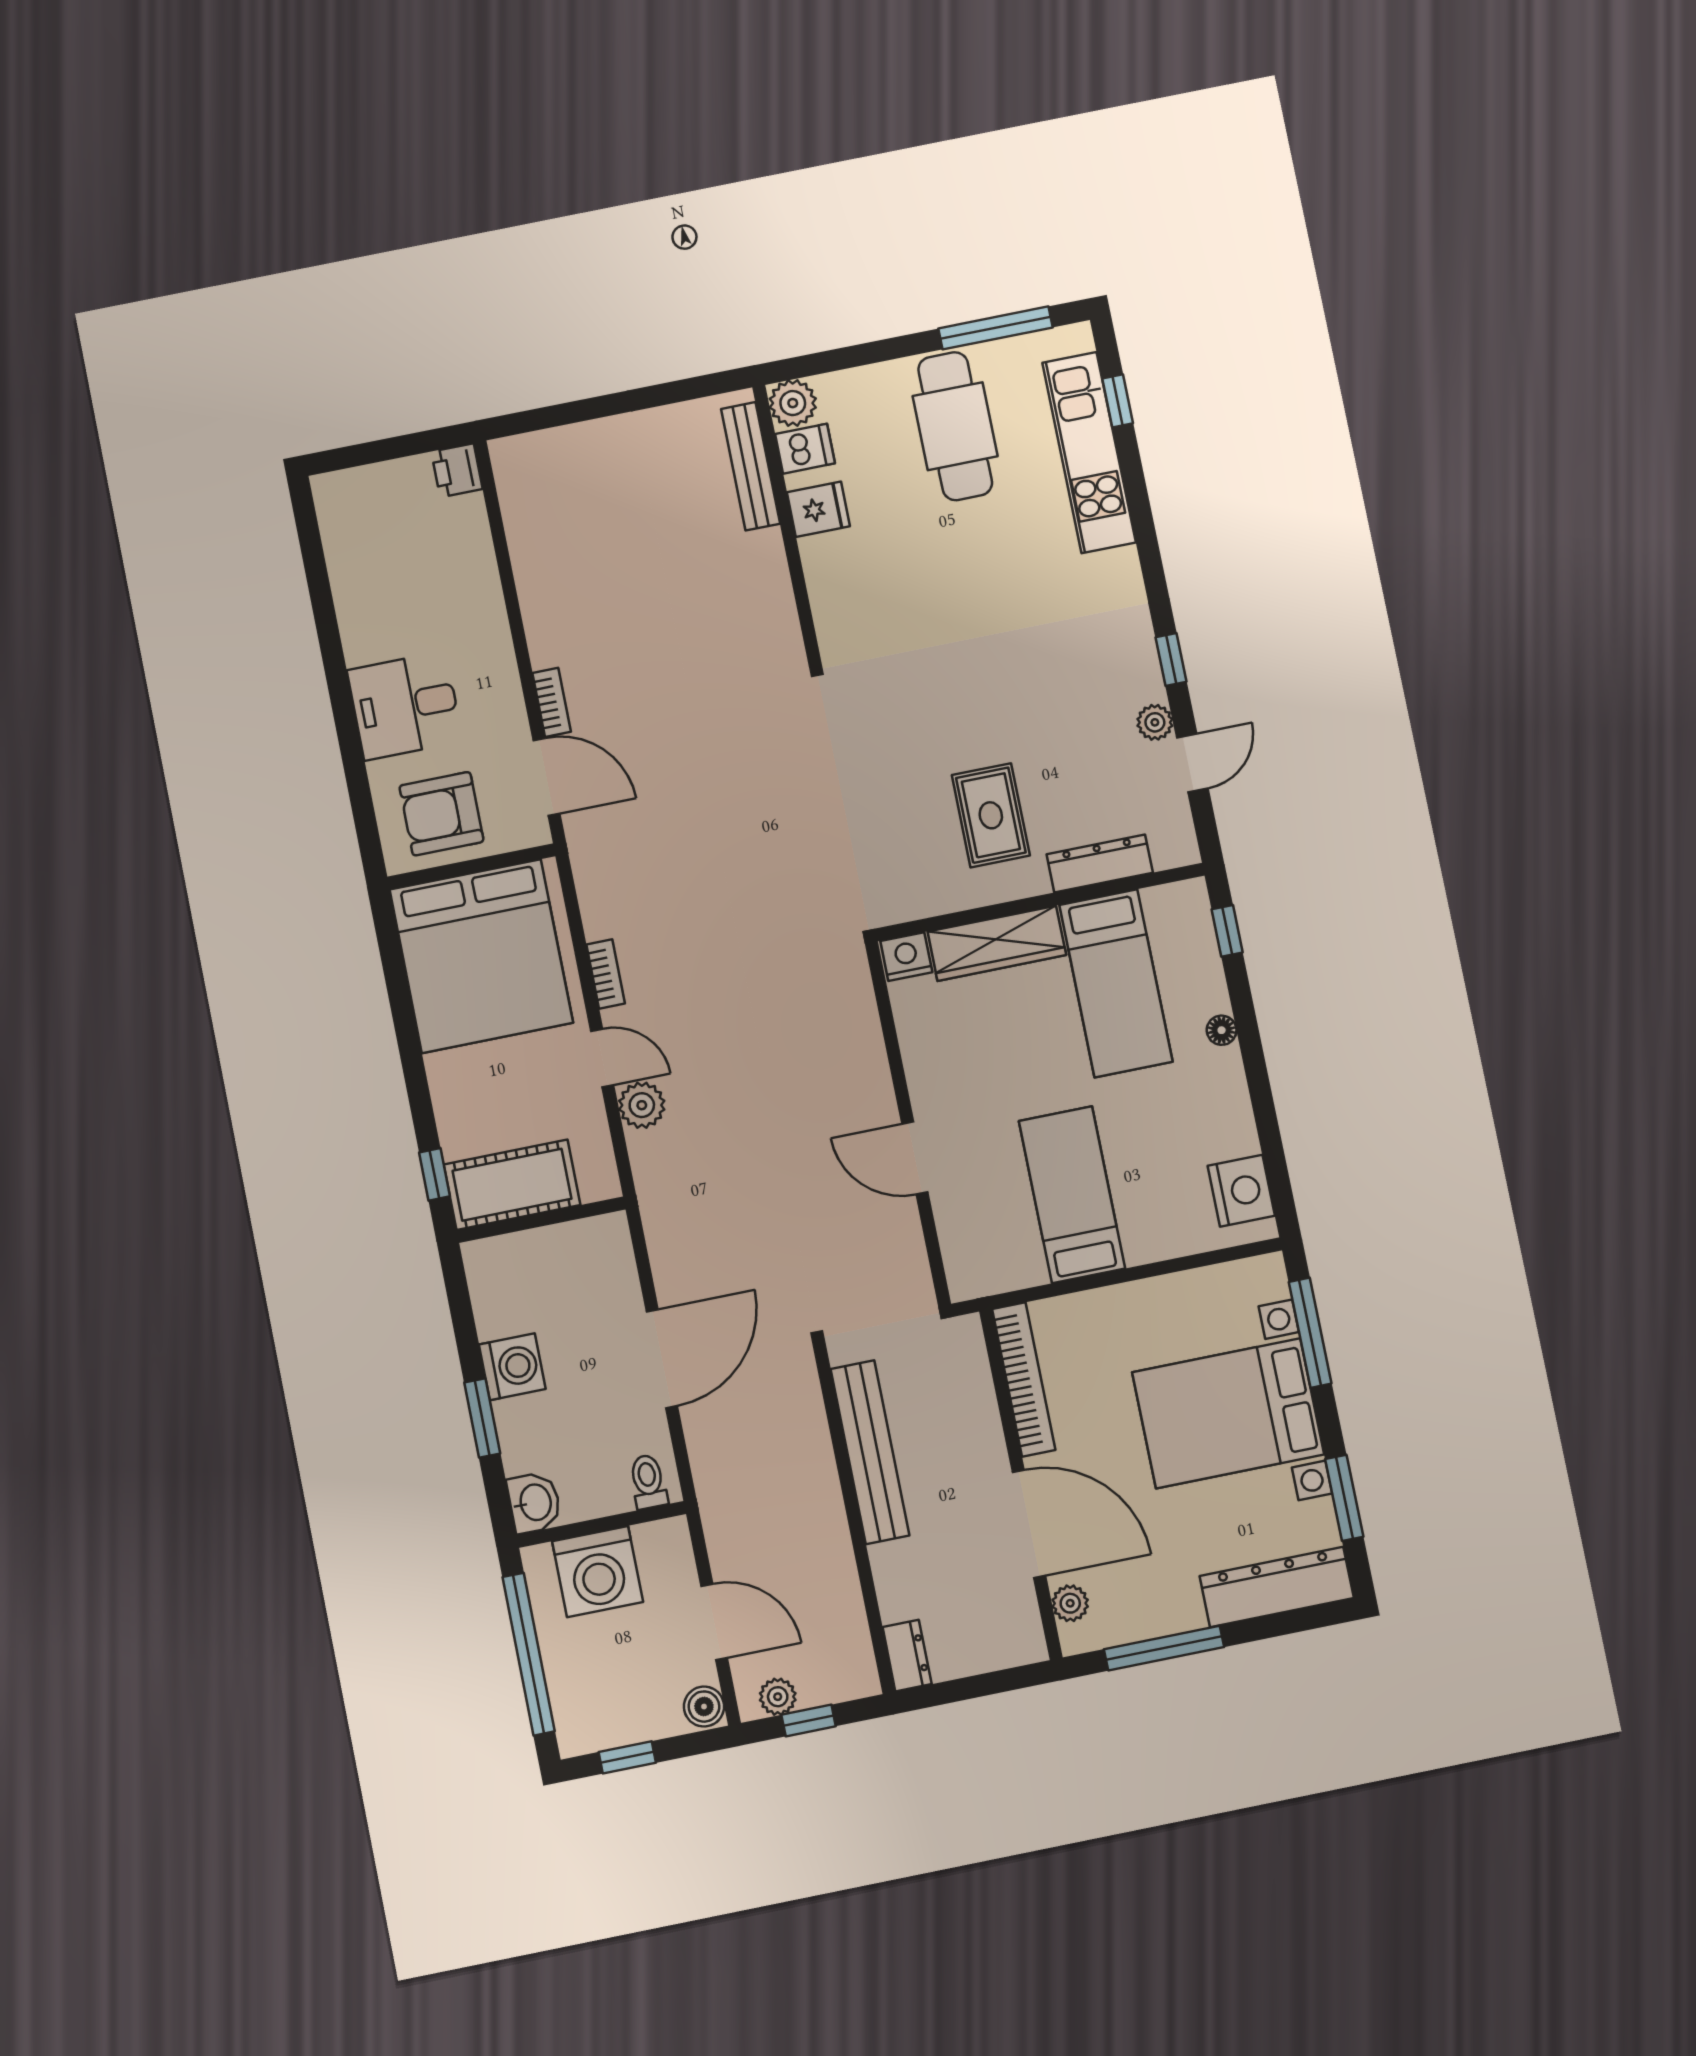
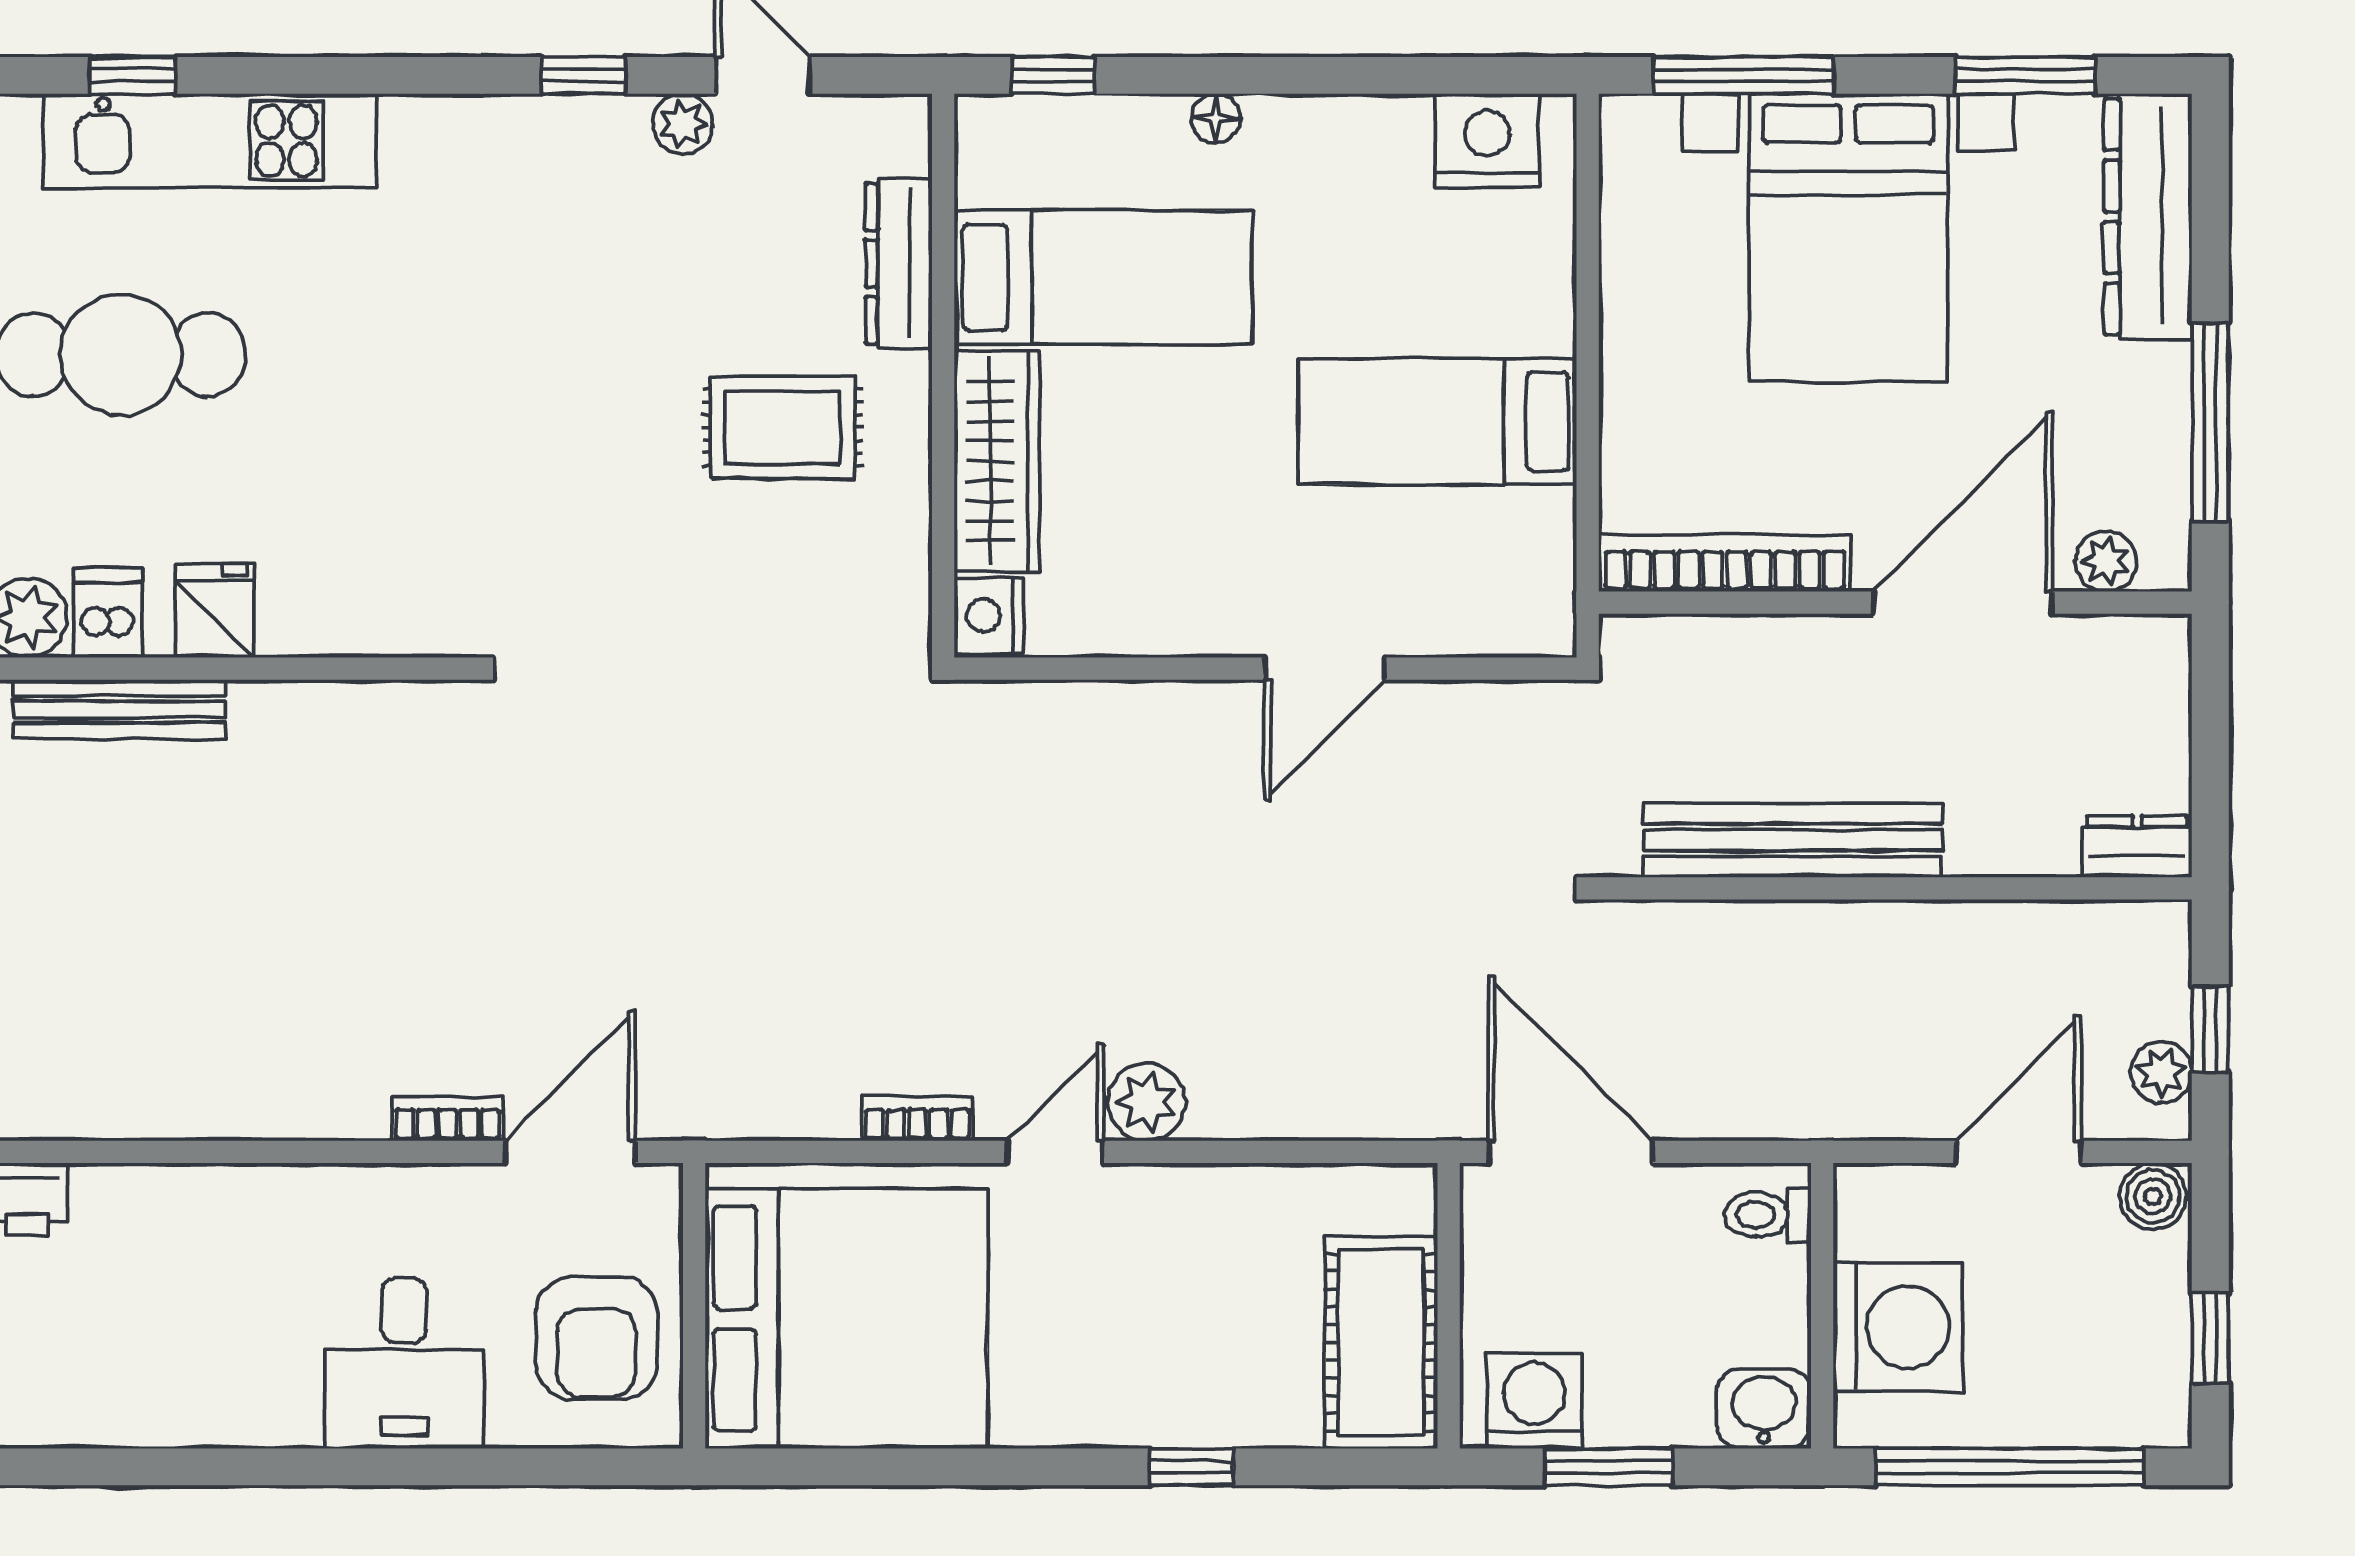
cot: (512, 1185) -> (1381, 1342), moved
wall: (541, 1220) -> (1449, 1306), moved

